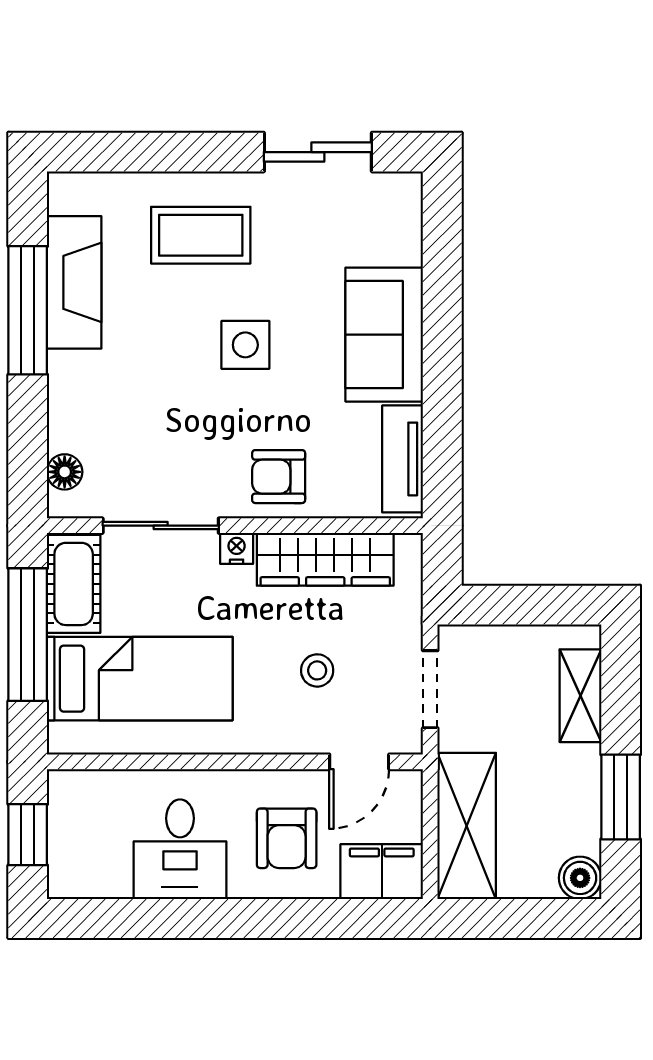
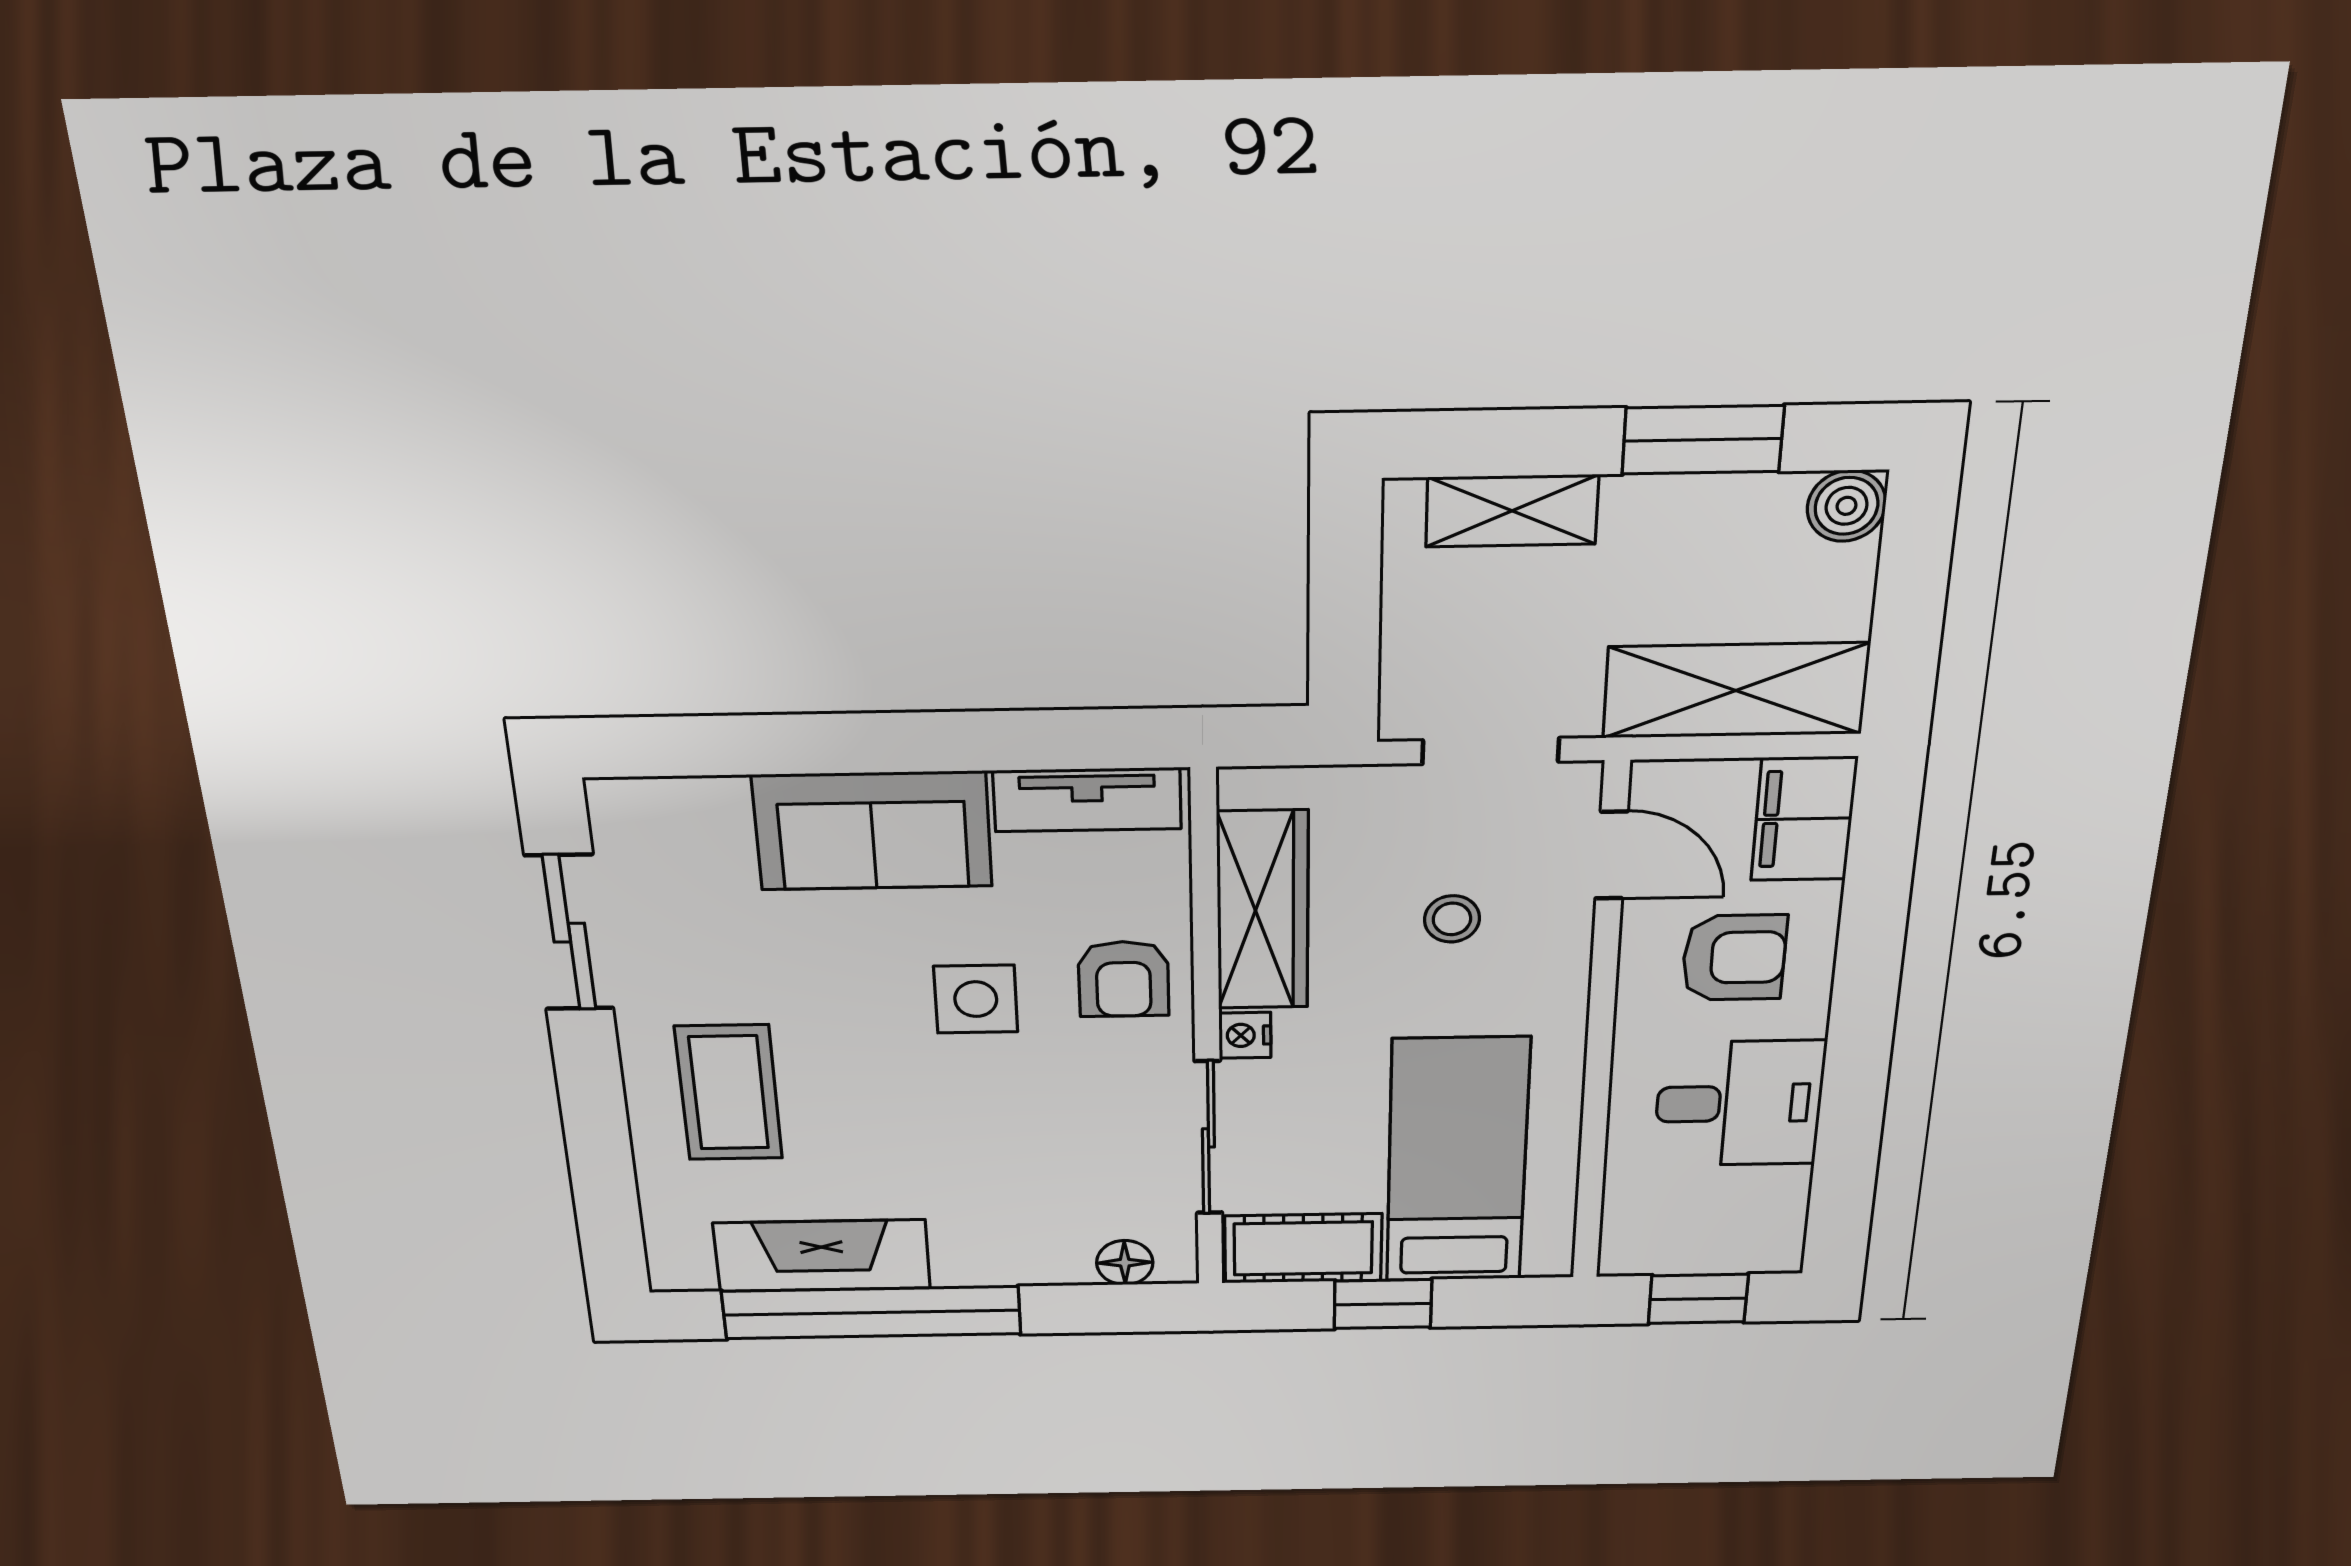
window: (28, 310) -> (872, 1313), width x1.46
side table: (245, 345) -> (976, 999), moved
window: (28, 635) -> (1383, 1304), width x0.46

